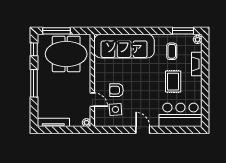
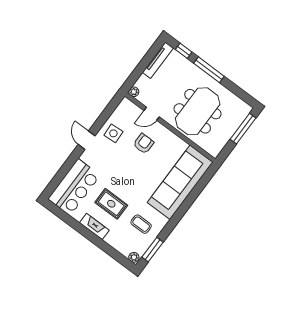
window: (34, 49) -> (184, 51), moved
meeting table: (66, 54) -> (198, 111), moved
fireplace: (197, 64) -> (94, 226), moved
side table: (115, 109) -> (113, 133), moved
door: (143, 130) -> (87, 140), swing flipped

